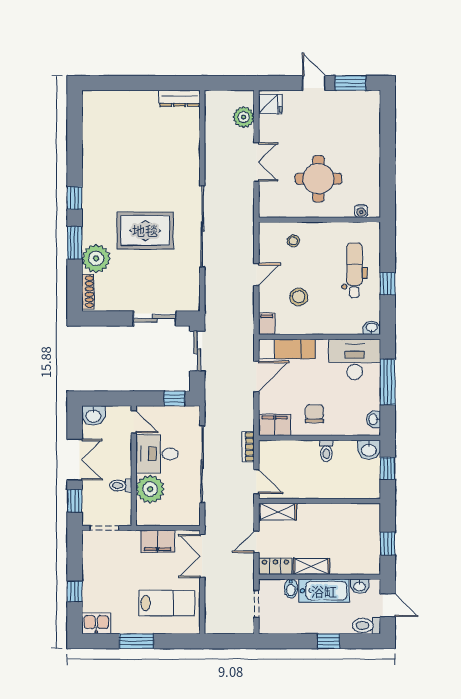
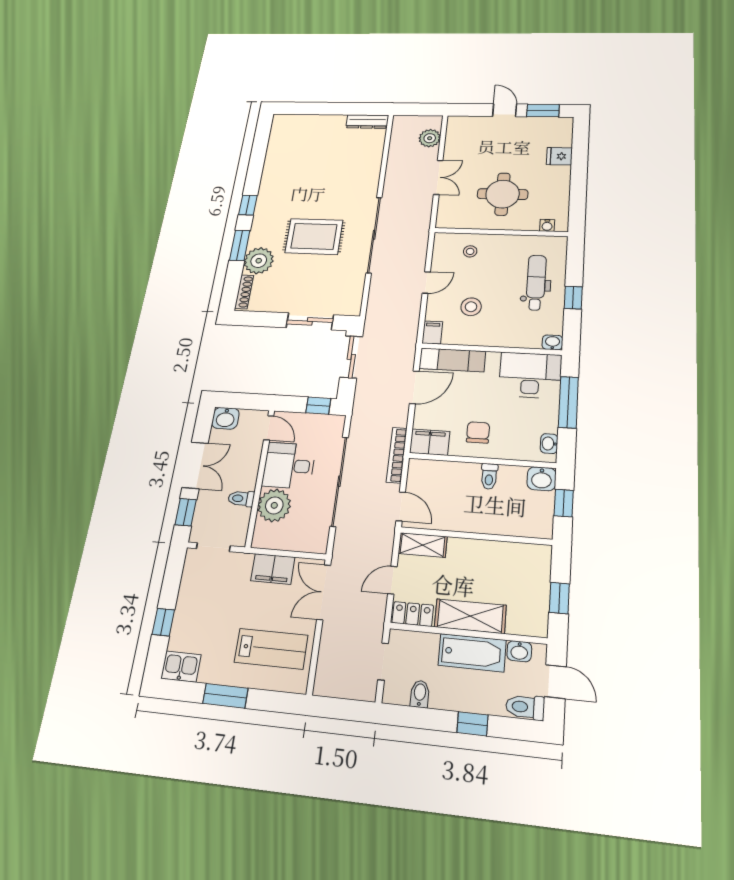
fridge: (270, 104) -> (559, 156), moved, turned 180
bookcase: (248, 447) -> (397, 455), width x1.56
shelving: (311, 566) -> (470, 616), width x1.50, depth x1.33
bidet: (291, 588) -> (420, 694), moved, turned 180

